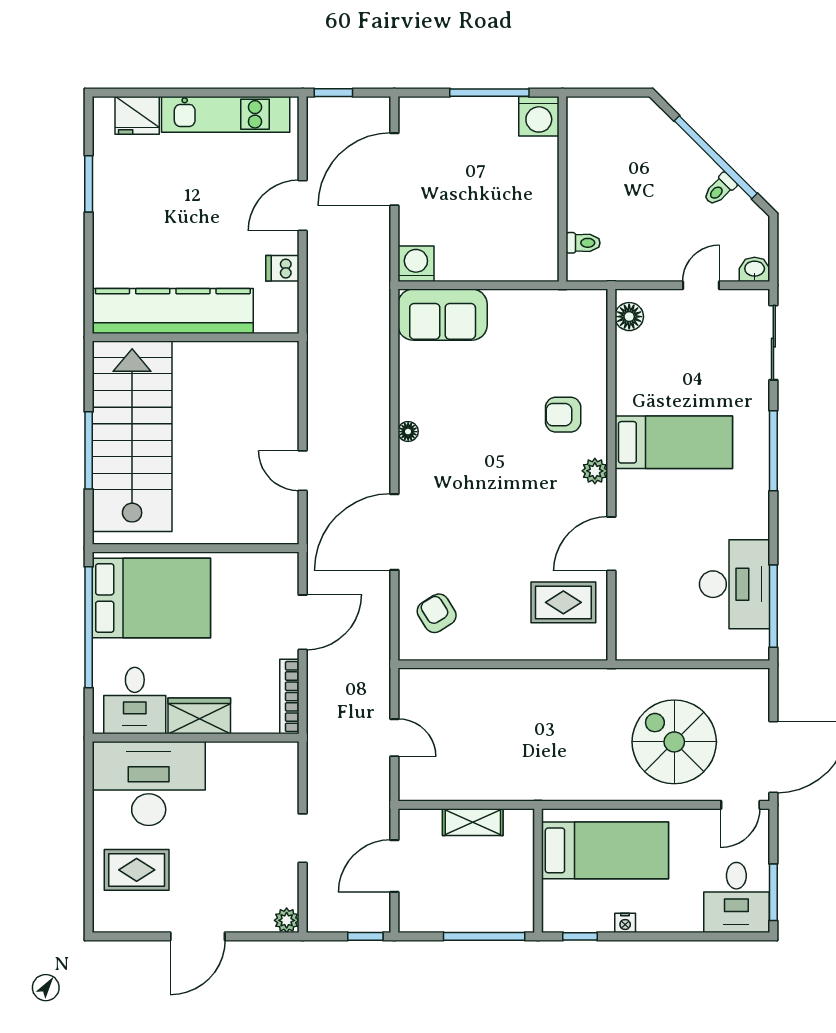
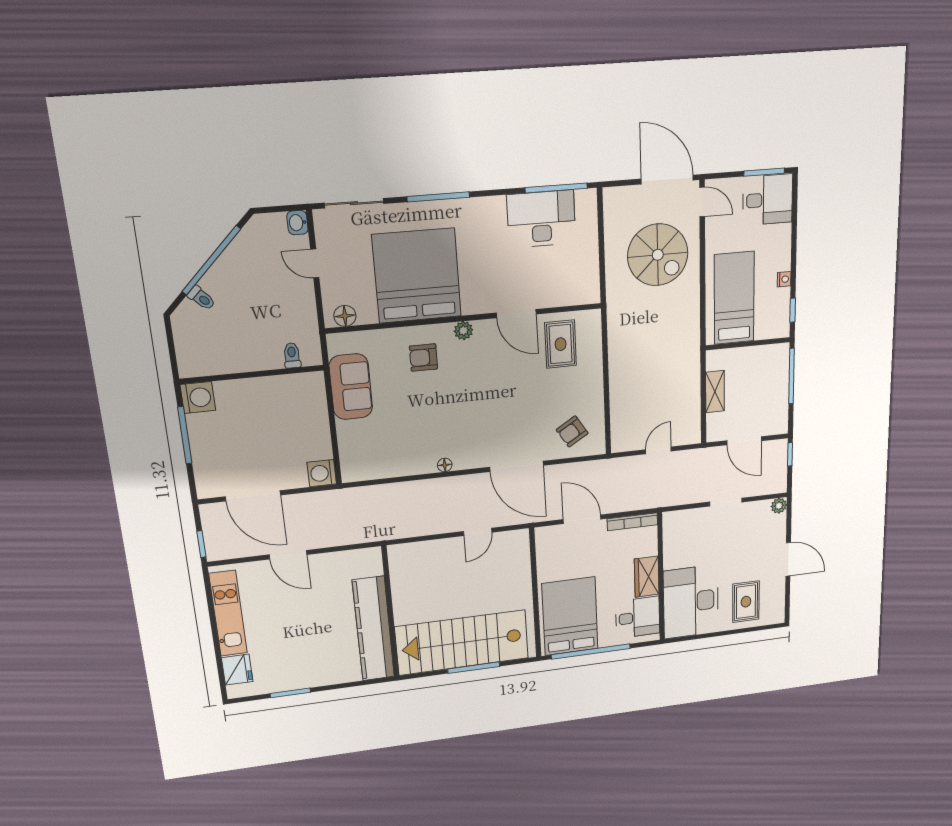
toilet: (720, 189) -> (201, 298), moved
dishwasher: (282, 268) -> (335, 562), removed
sofa: (443, 315) -> (351, 387), moved
armchair: (563, 415) -> (423, 358), turned 90
bed: (674, 442) -> (417, 276), width x2.04
spiral stairs: (674, 742) -> (658, 255), turned -90

